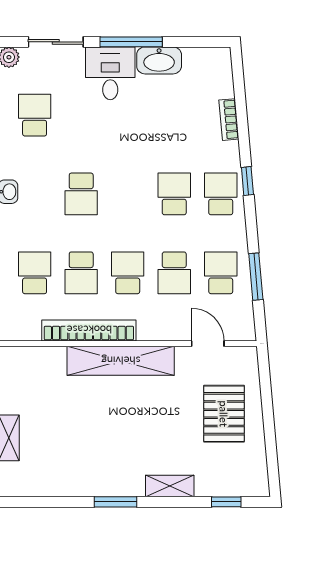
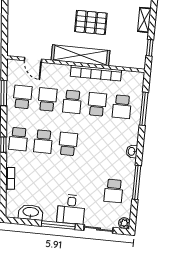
washbasin: (159, 60) -> (31, 212), moved
school desk: (81, 194) -> (68, 144), moved
school desk: (221, 273) -> (22, 97), turned 180
pallet: (224, 414) -> (91, 22), moved, turned 90

